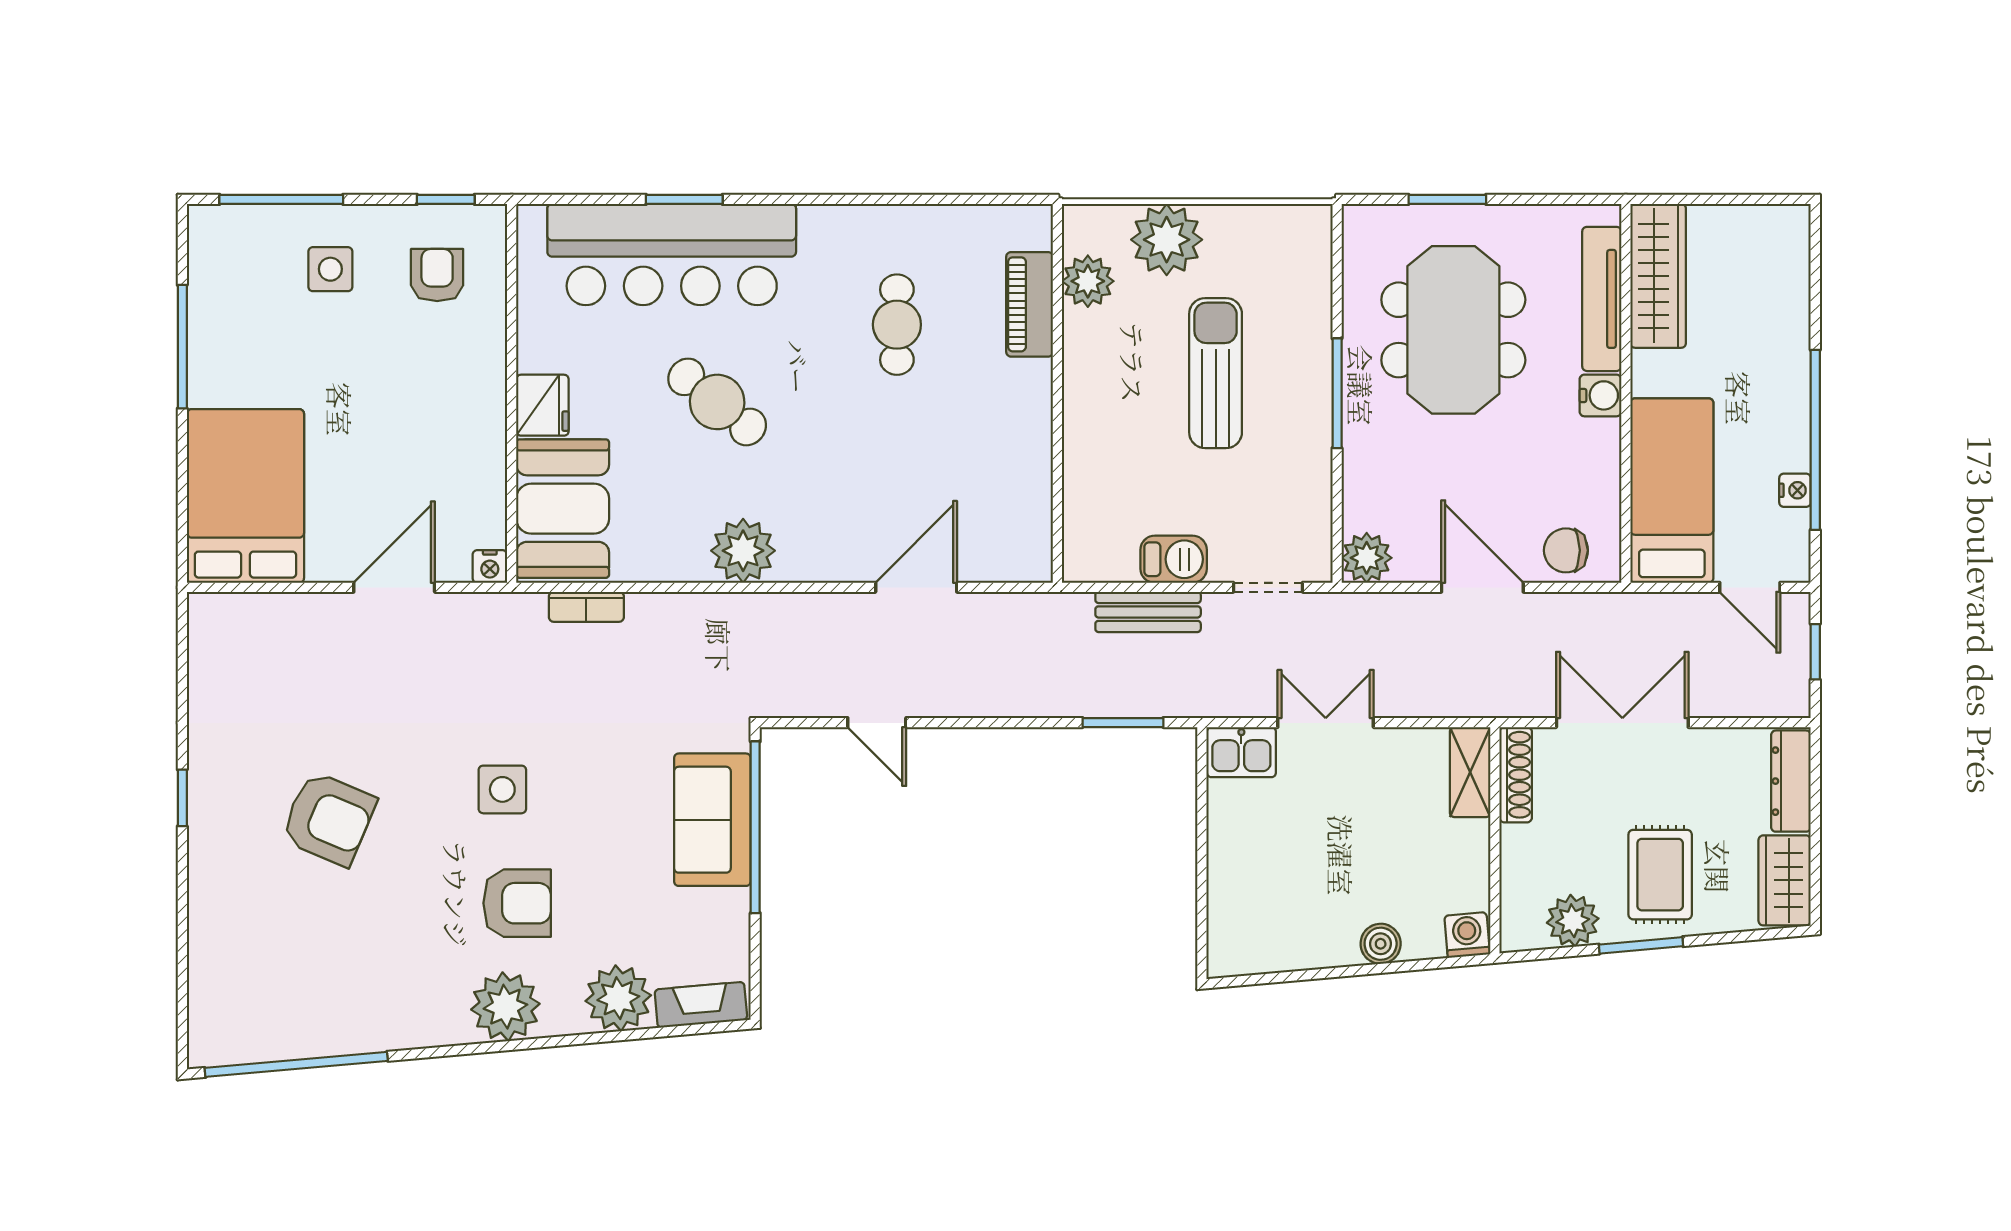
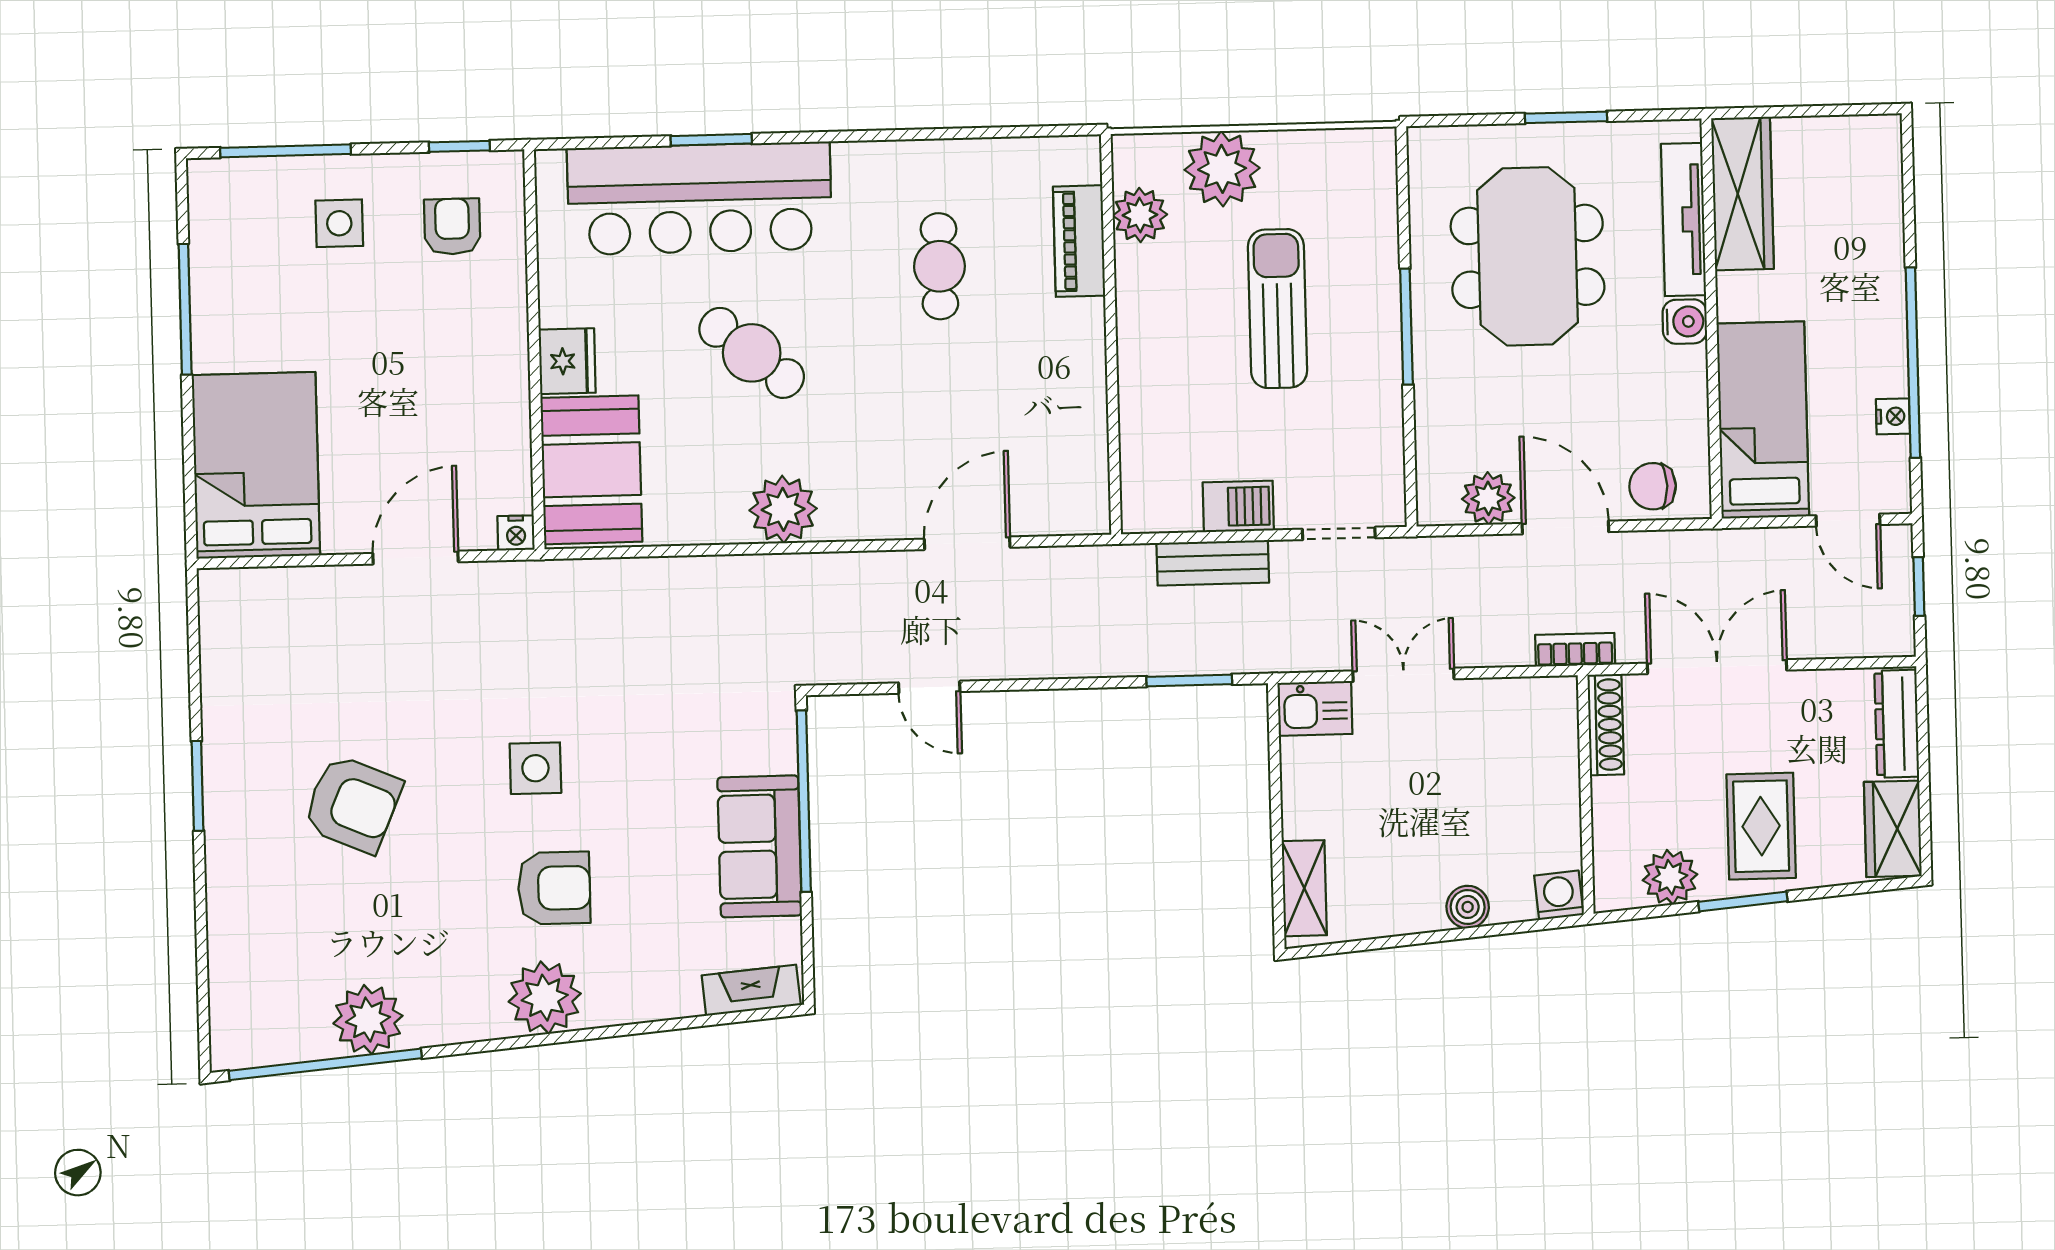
window: (1447, 199) -> (1566, 117), moved
plant: (1367, 558) -> (1488, 498), moved
bookcase: (586, 607) -> (1575, 650), moved, turned 180
shelving: (1470, 772) -> (1304, 888), moved
window: (182, 798) -> (198, 786), width x1.50
sofa: (712, 820) -> (760, 846), moved
plant: (618, 998) -> (368, 1020), moved

